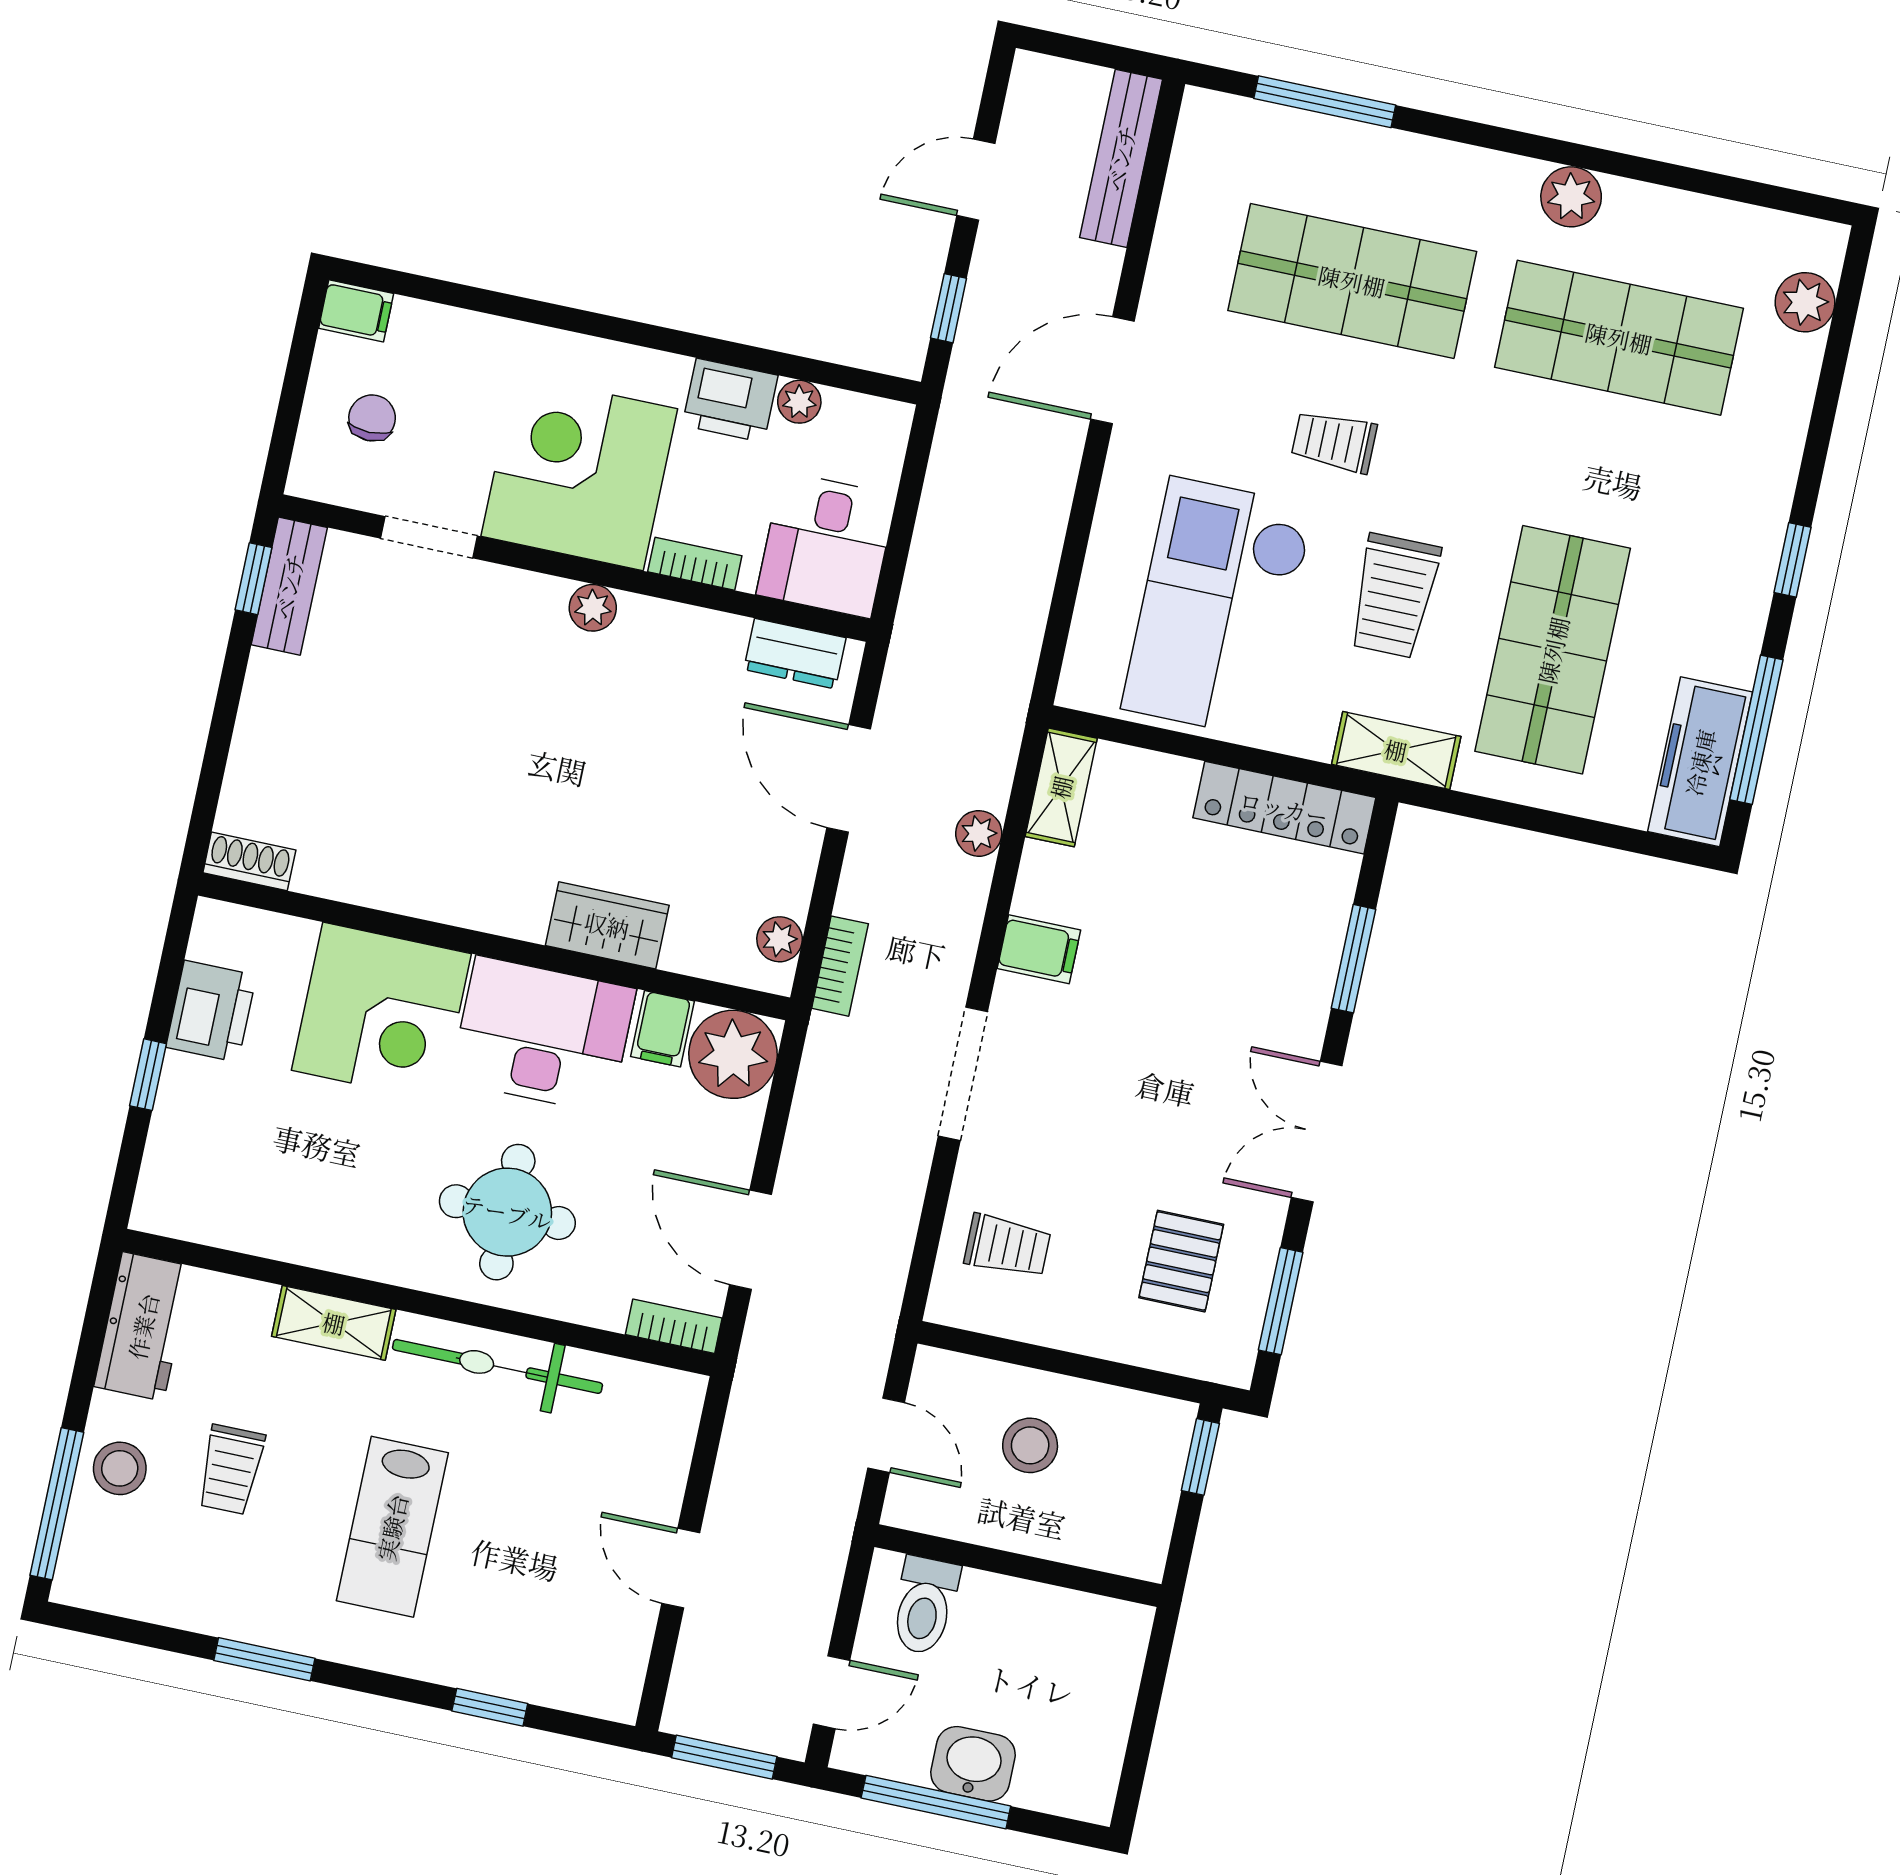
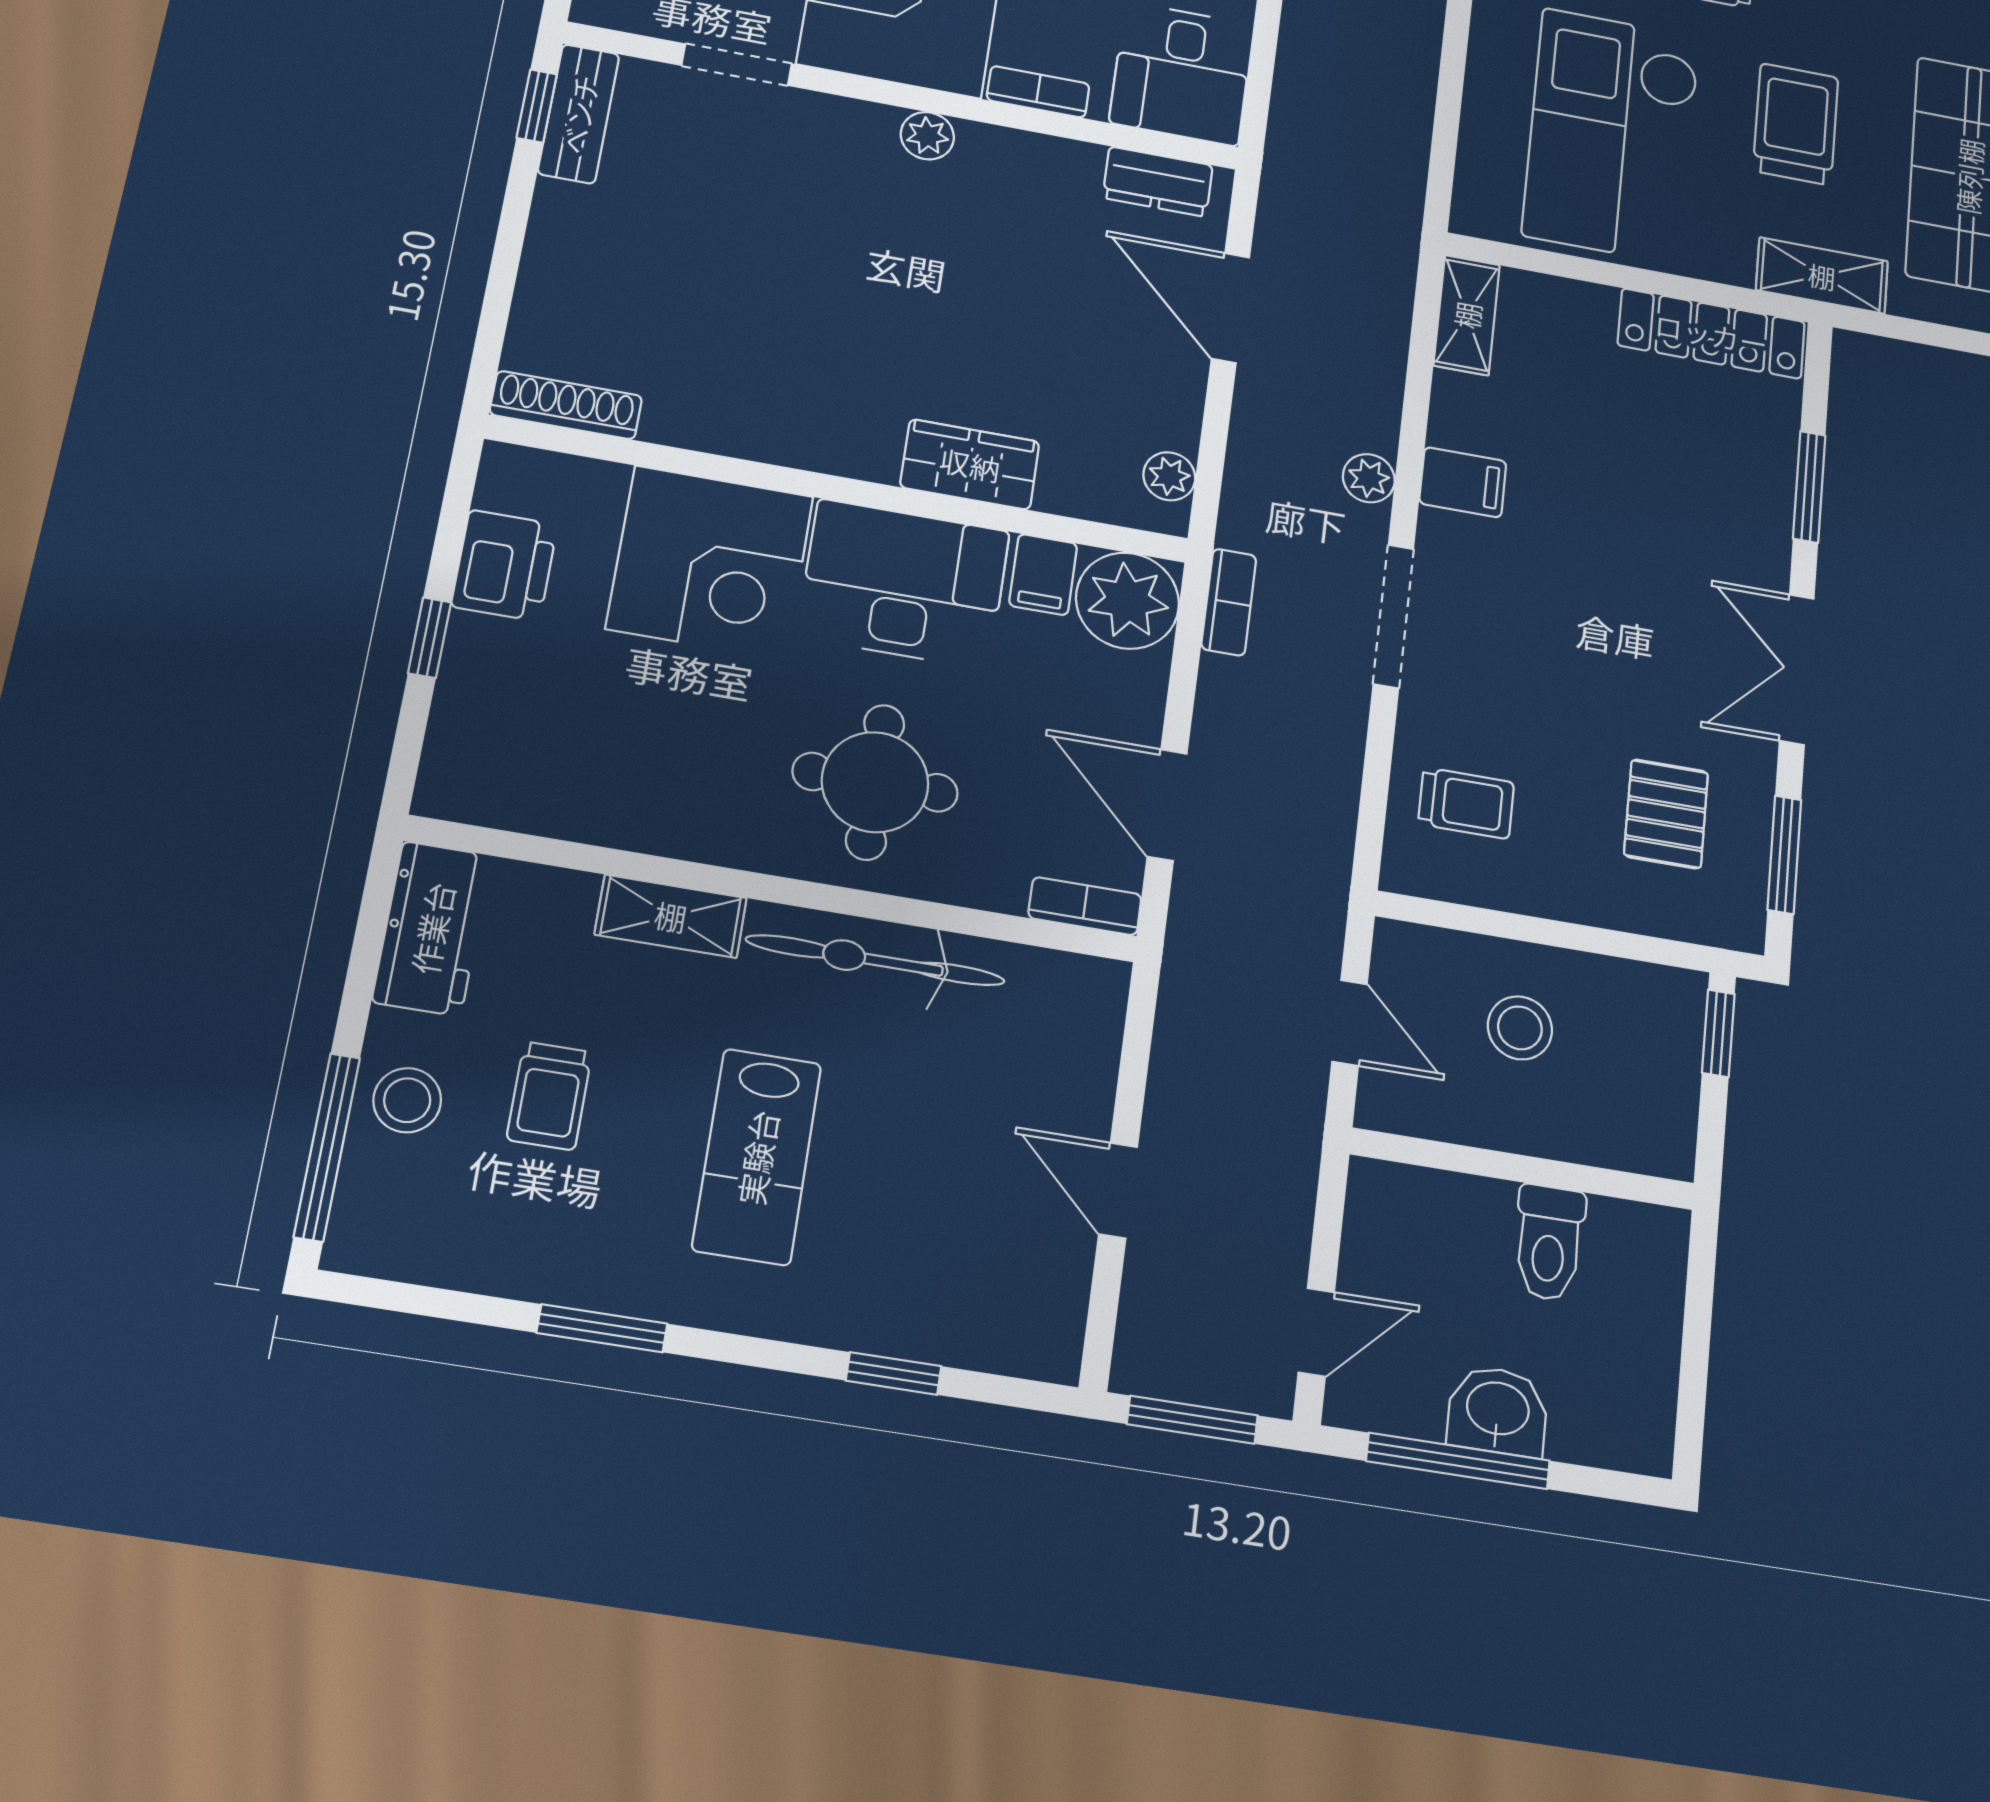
trolley: (1394, 596) -> (1796, 124), turned 180
plant: (979, 833) -> (1369, 478), moved
shoe rack: (249, 861) -> (566, 405), width x1.43
bookcase: (840, 966) -> (1229, 602), moved
toilet: (925, 1606) -> (1549, 1243), moved

